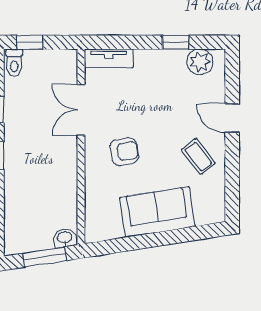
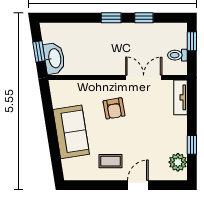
toilet: (14, 63) -> (177, 55), moved
coffee table: (198, 156) -> (111, 161), turned 38
washbasin: (65, 238) -> (54, 58), width x1.91, depth x1.45
window: (44, 257) -> (39, 51), width x0.67

